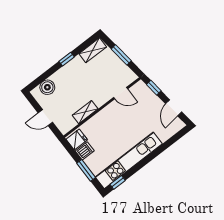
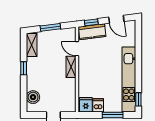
door: (121, 93) -> (77, 49), swing flipped
kitchen counter: (146, 95) -> (92, 32), added
shelving: (85, 112) -> (71, 67), moved

